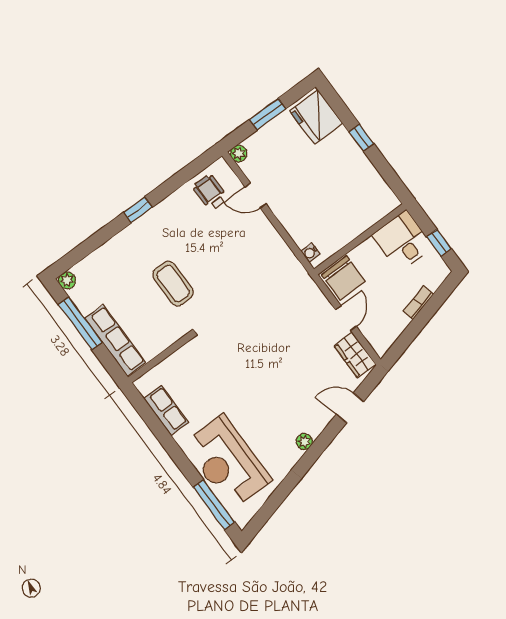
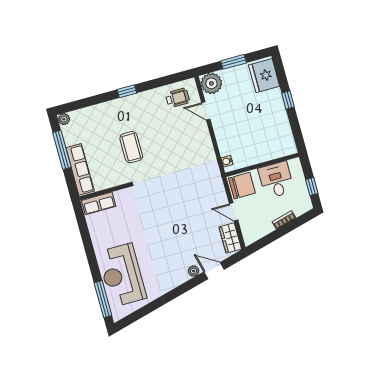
plant: (239, 153) -> (211, 83), width x1.88, depth x1.88
wheelchair: (210, 192) -> (178, 98), turned 90
desk: (403, 241) -> (276, 180), moved
chair: (343, 278) -> (242, 186), turned -90
door: (346, 318) -> (234, 212), swing flipped
row of seats: (166, 410) -> (99, 203), moved, turned 90
plant: (304, 442) -> (194, 271), moved

